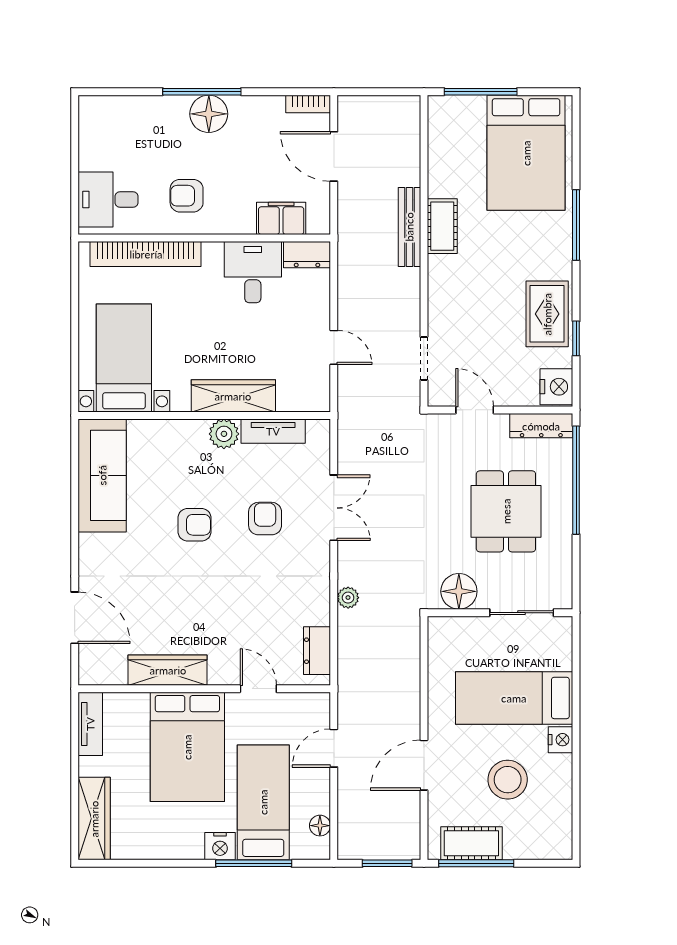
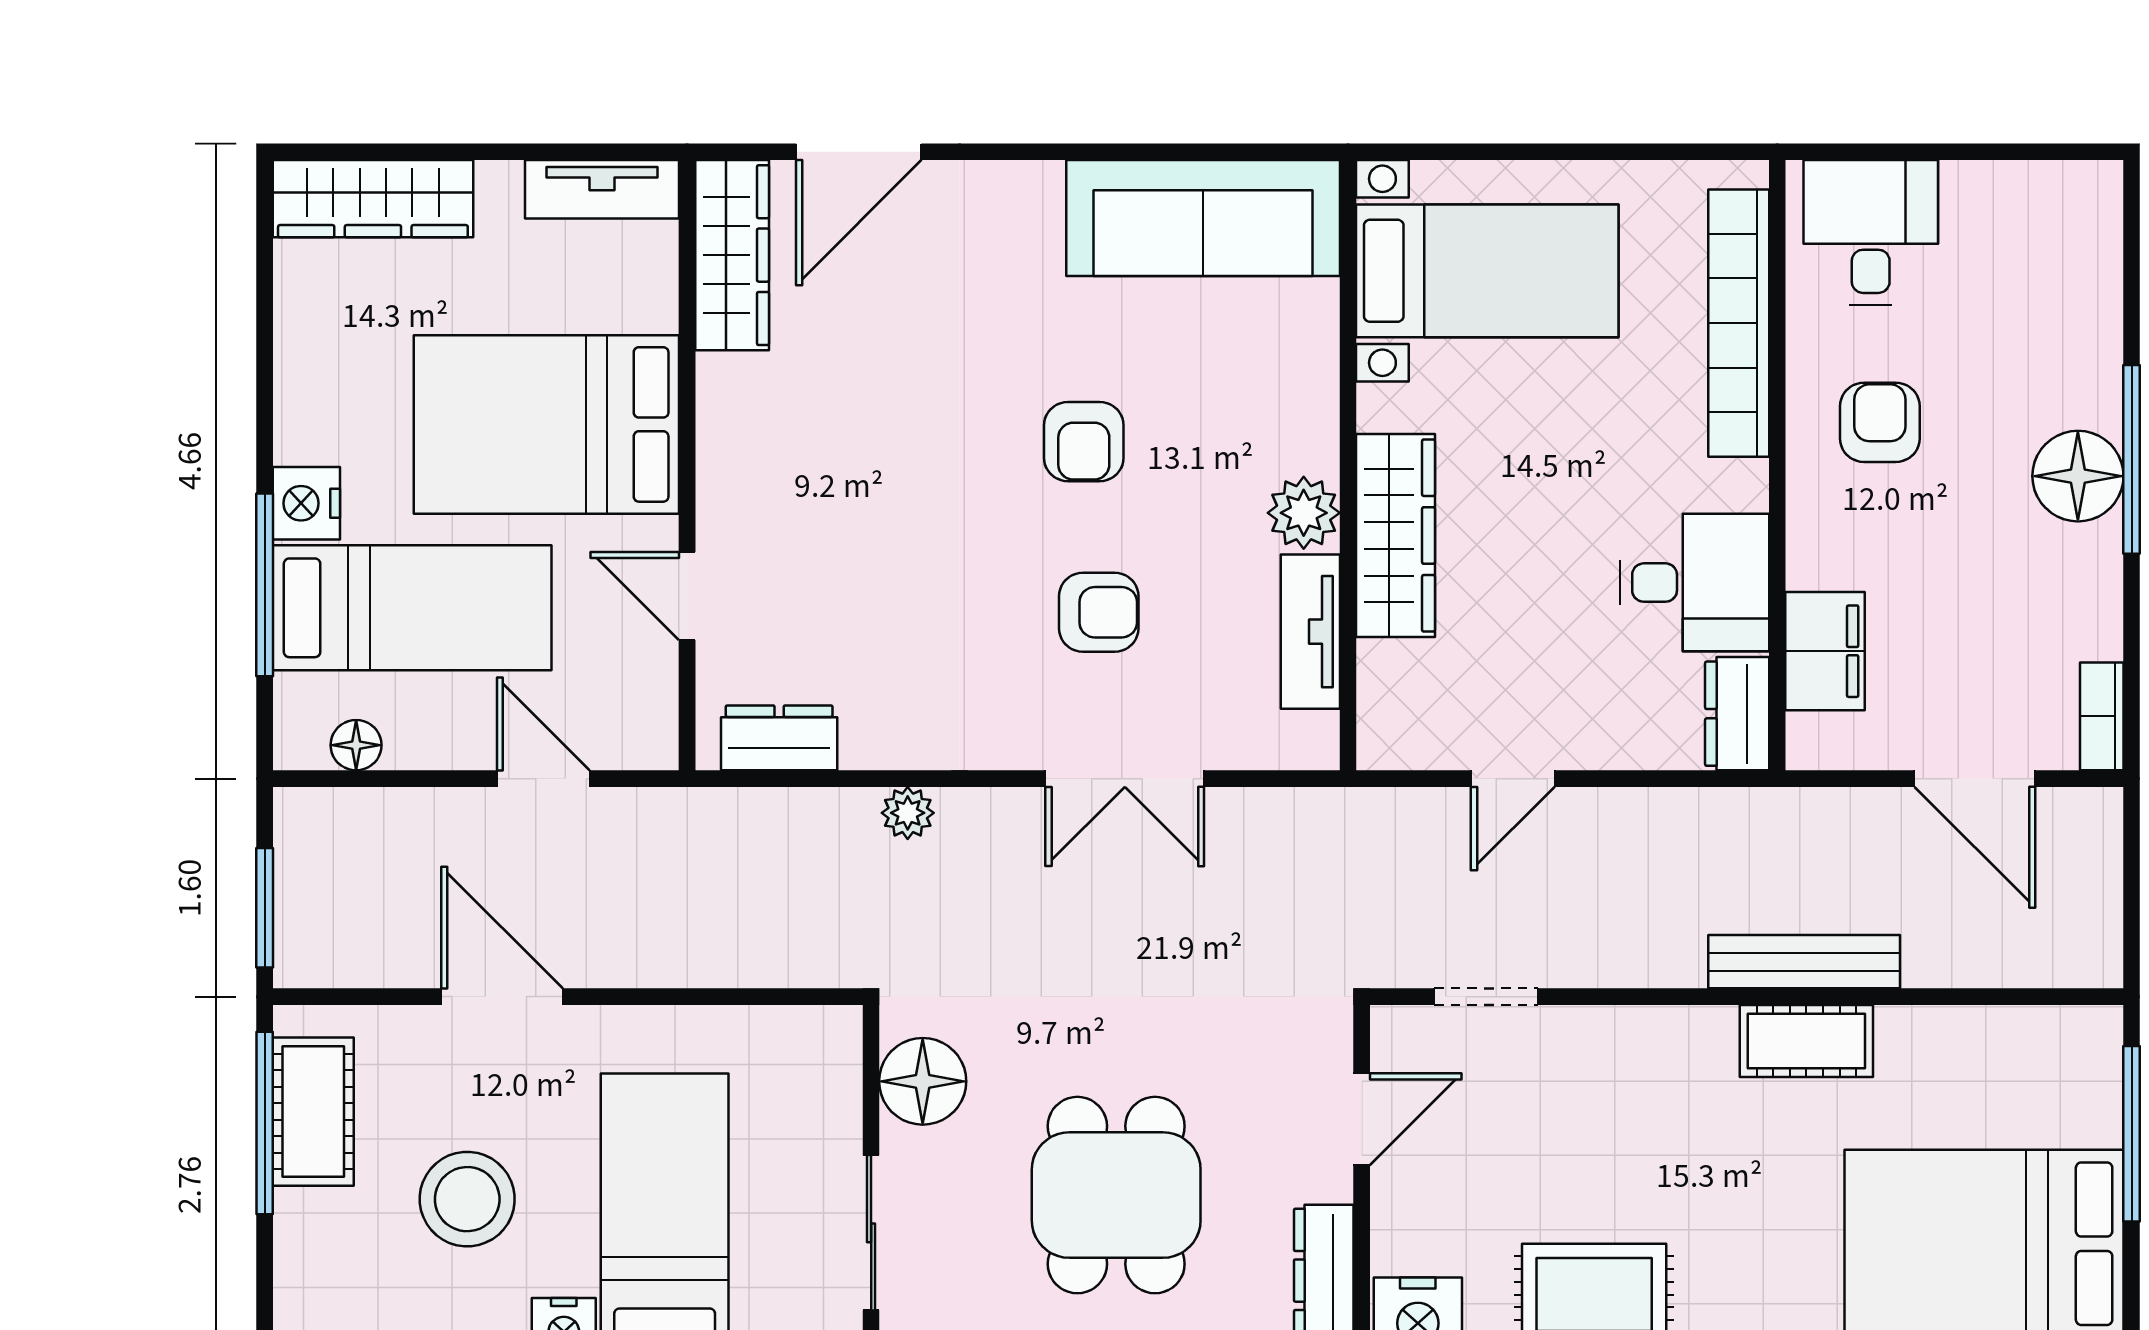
door: (334, 156) -> (1975, 779), swing flipped
dining table: (506, 511) -> (1116, 1195), turned 90
wardrobe: (168, 670) -> (732, 255), moved
door: (258, 689) -> (687, 596), swing flipped

